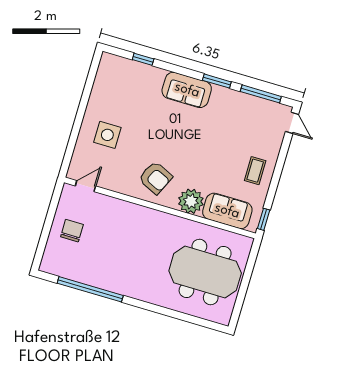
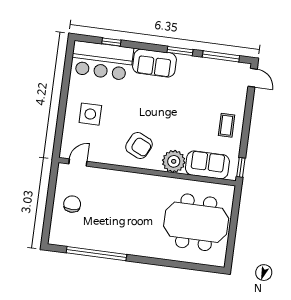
bar counter: (129, 78) -> (102, 61), added

